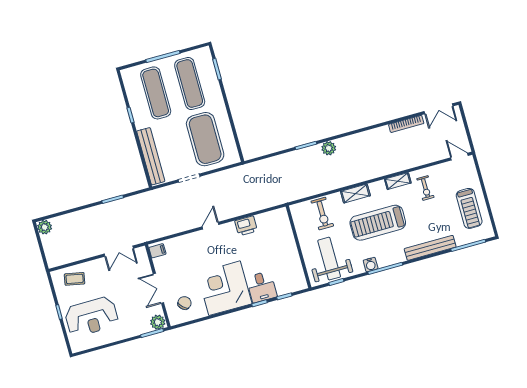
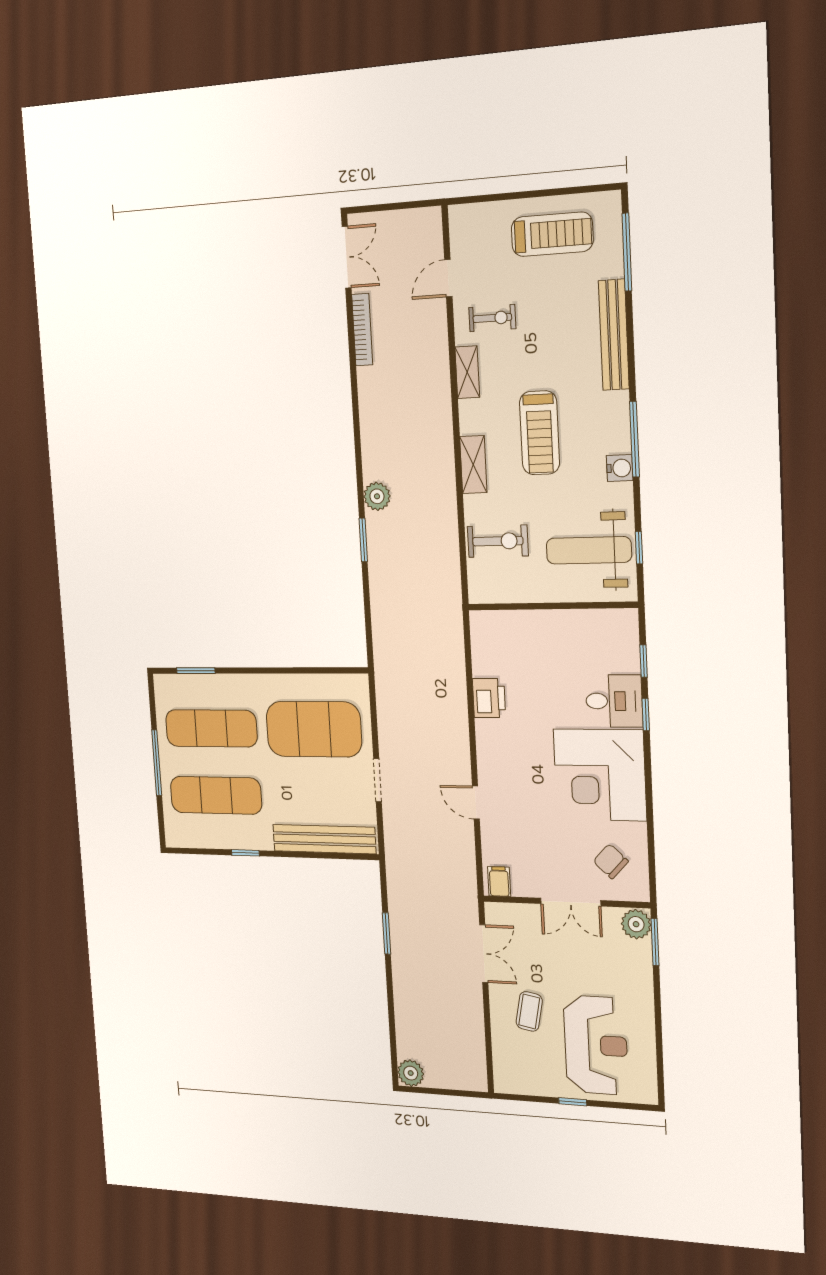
door: (459, 157) -> (448, 278), moved
treadmill: (378, 223) -> (540, 433), width x0.73, depth x0.73
door: (210, 226) -> (476, 803), moved
coffee table: (75, 279) -> (529, 1011), moved

